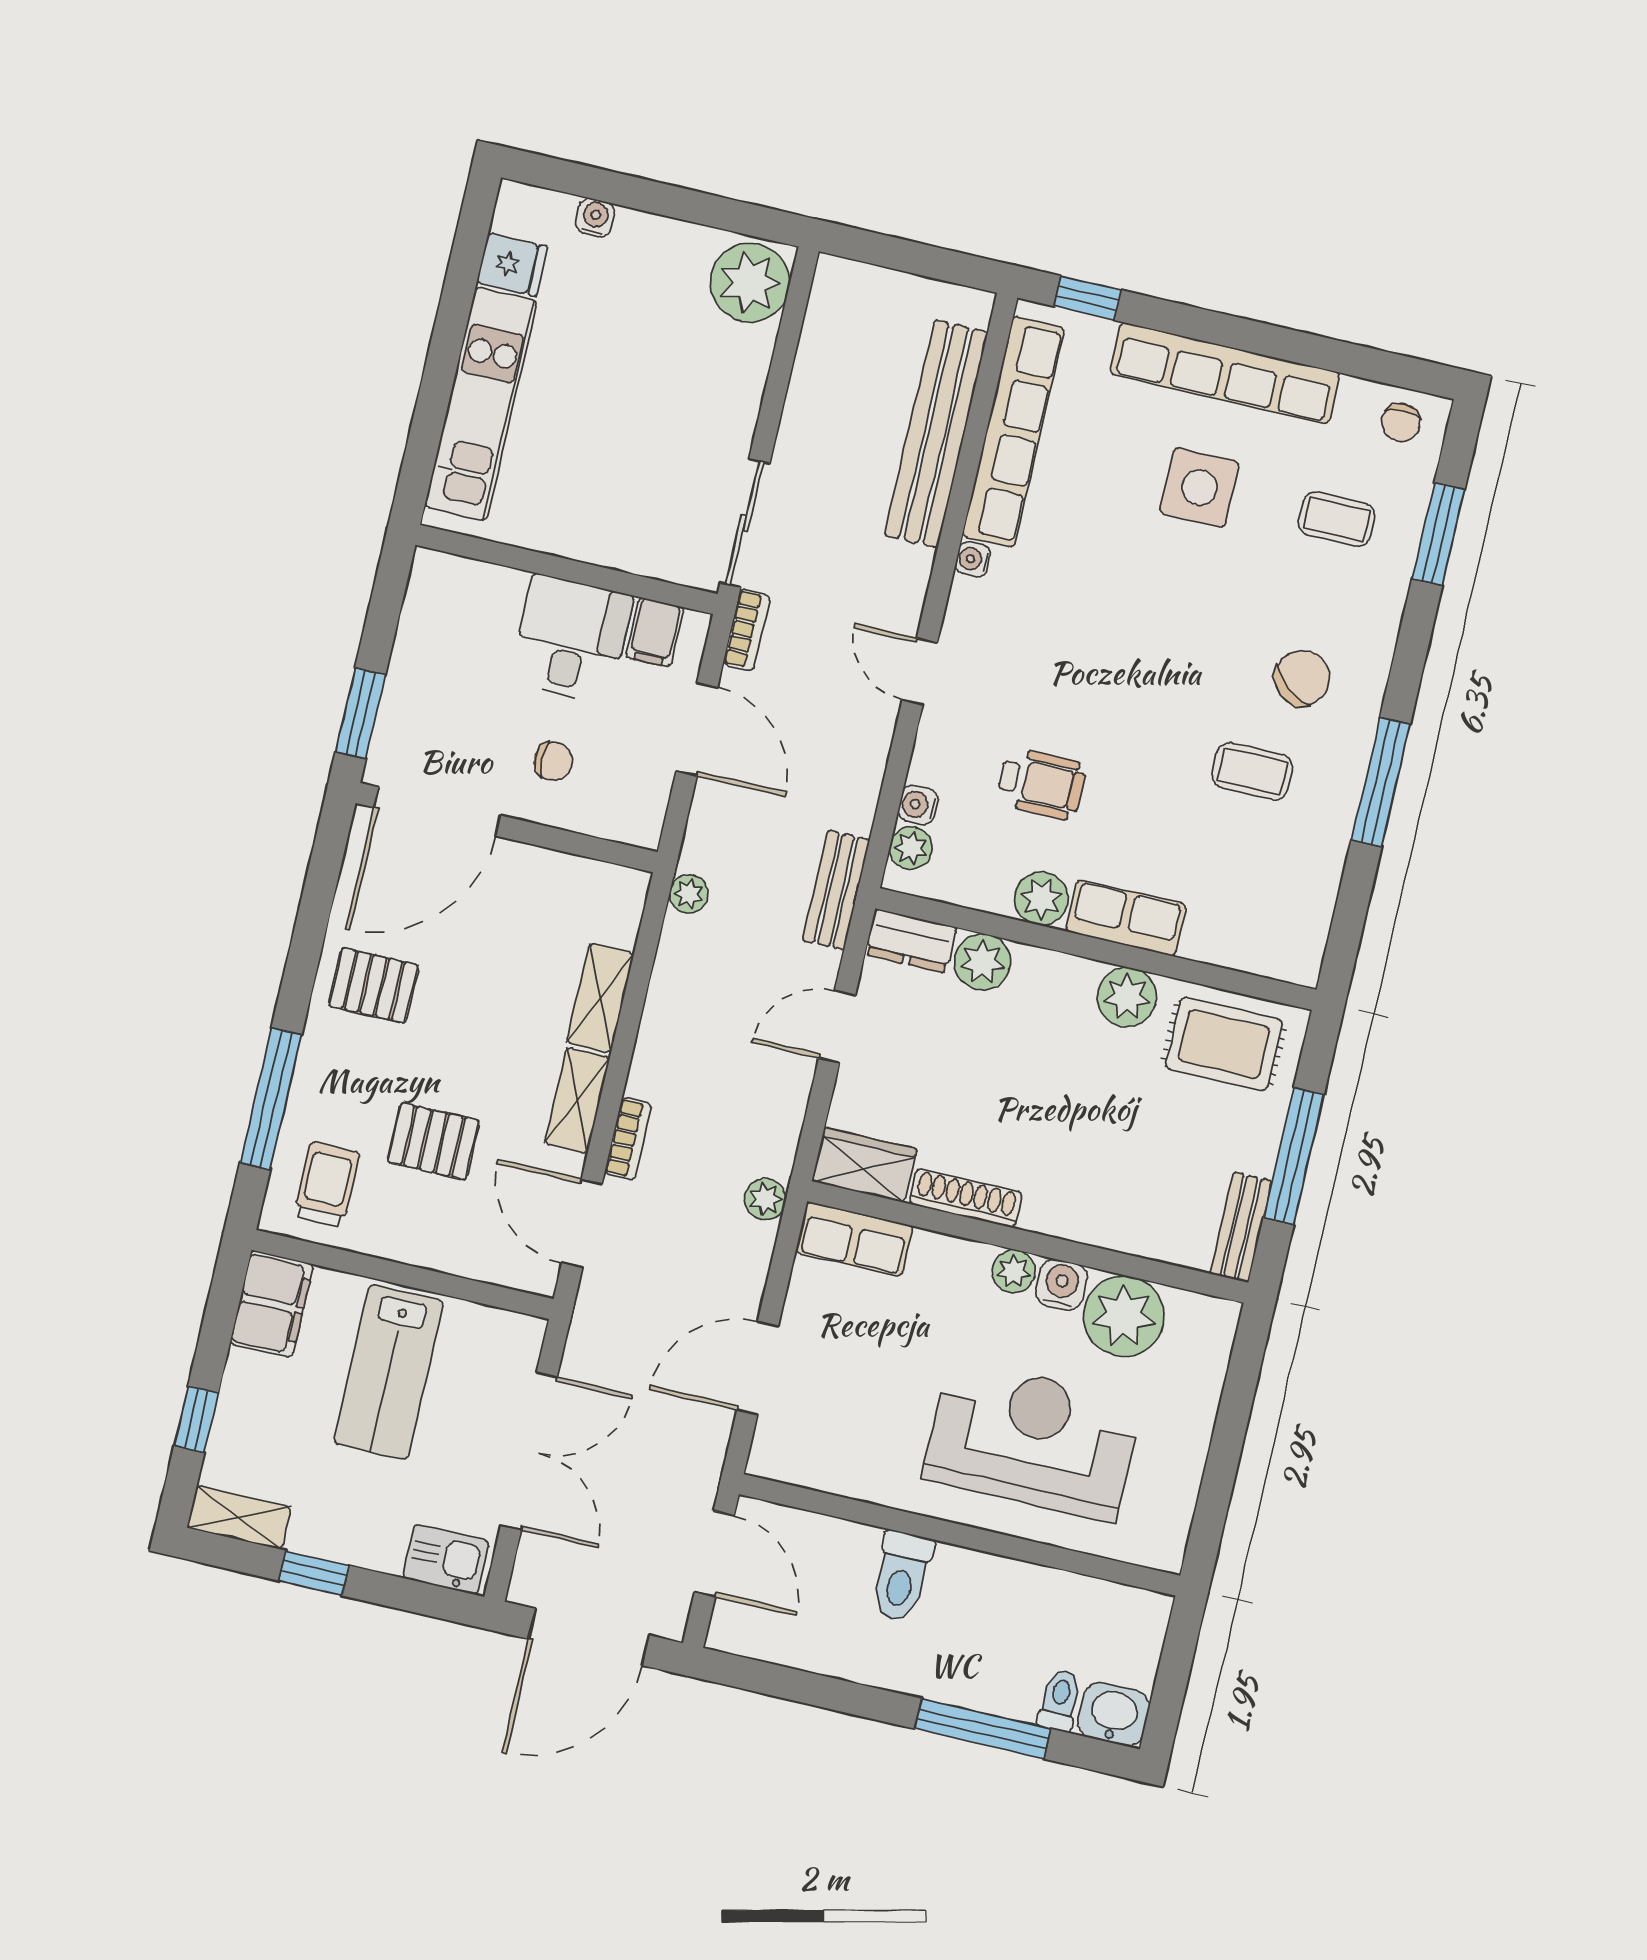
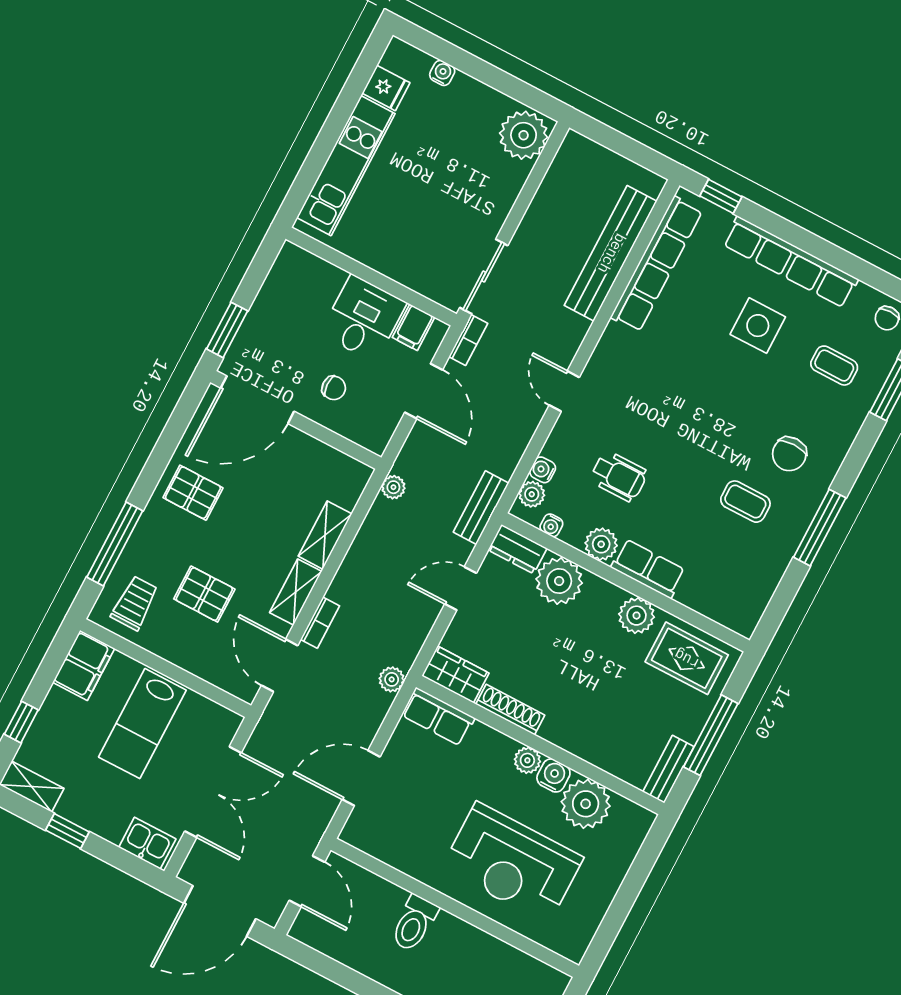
water cooler: (973, 559) -> (551, 525), moved, turned -90
chair: (1302, 678) -> (789, 454), turned 141
plant: (982, 962) -> (559, 581), width x1.36, depth x1.36
reception desk: (1032, 1440) -> (512, 863), turned 180

